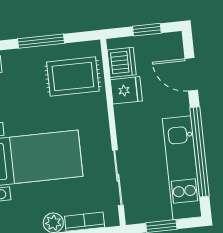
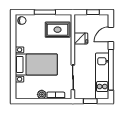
dishwasher: (122, 62) -> (80, 26), removed
door: (191, 74) -> (111, 34), hinge flipped

